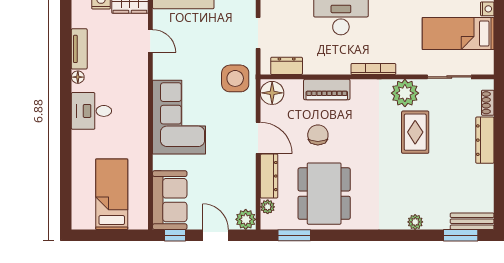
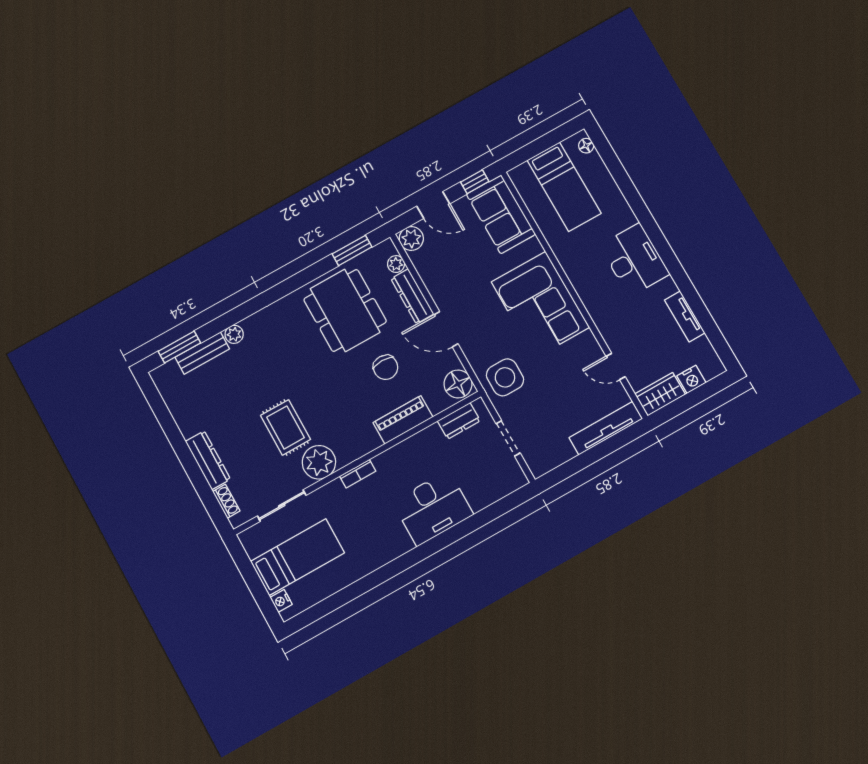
bookcase: (373, 69) -> (358, 474), width x0.64
floor lamp: (78, 77) -> (586, 146), moved
desk: (91, 111) -> (635, 260), width x1.37
bench: (472, 221) -> (202, 353), moved

